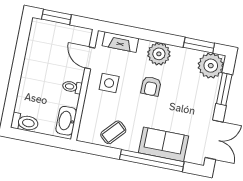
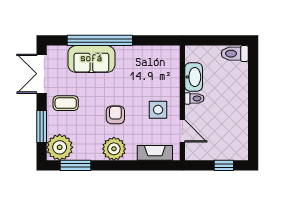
window: (56, 17) -> (224, 165), width x0.67
washbasin: (66, 121) -> (194, 77), moved
coffee table: (113, 132) -> (66, 103), moved, turned 48

